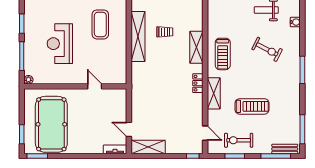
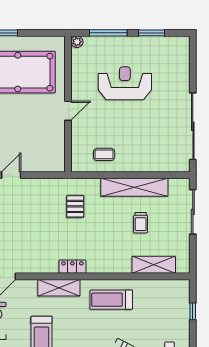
coffee table: (100, 24) -> (104, 154), moved, width x0.54, depth x0.58
shelving: (196, 47) -> (154, 265), moved
pallet: (152, 81) -> (75, 206), added
door: (95, 86) -> (68, 111), moved

